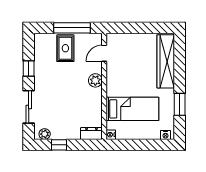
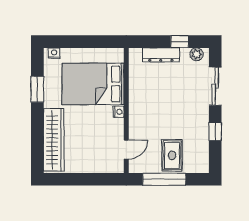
plant: (95, 80) -> (137, 117), removed
bed: (132, 109) -> (93, 84), width x1.50
dresser: (91, 133) -> (161, 55), moved, width x1.44
nightstand: (111, 135) -> (119, 112), moved

